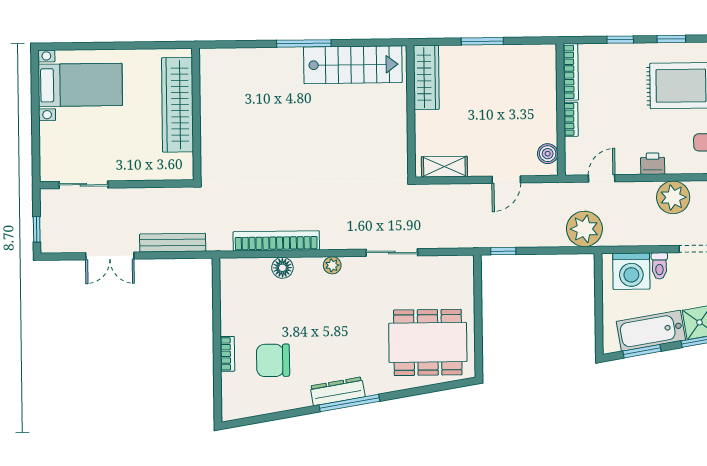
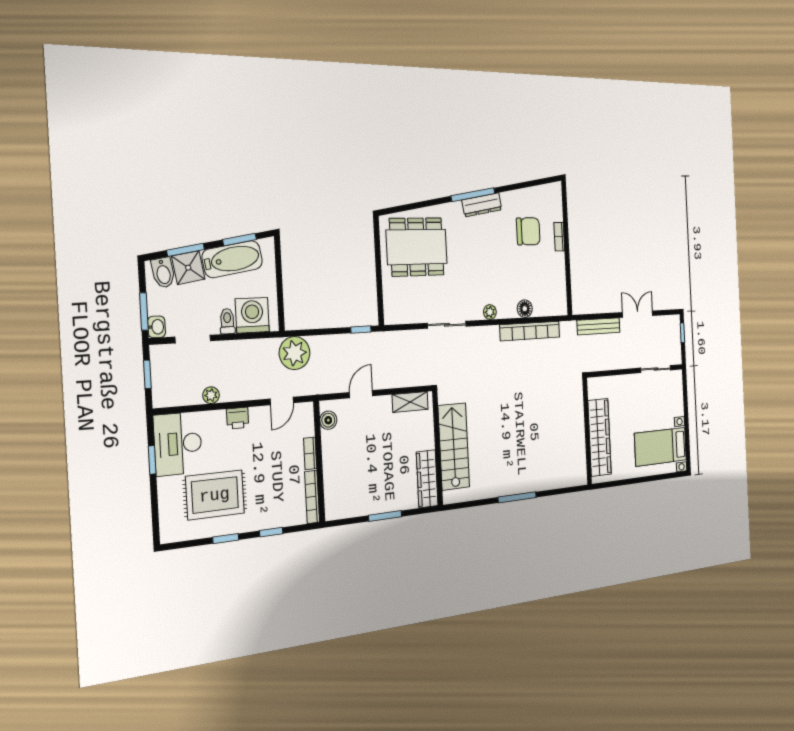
stairs: (353, 65) -> (454, 446), moved, turned 90
plant: (673, 197) -> (211, 395), width x0.53, depth x0.53

